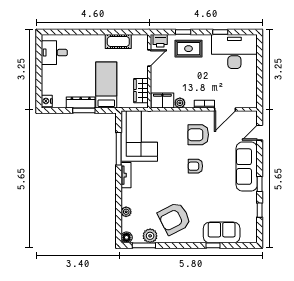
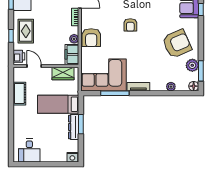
armchair: (198, 135) -> (91, 38), moved
armchair: (174, 218) -> (177, 44), turned -87

